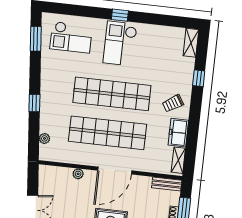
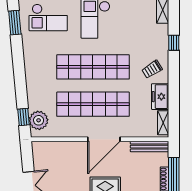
window: (34, 103) -> (24, 117), moved
plant: (44, 138) -> (39, 120), width x1.88, depth x1.88
plant: (78, 174) -> (69, 146), removed
bench: (167, 184) -> (150, 147), width x1.36

